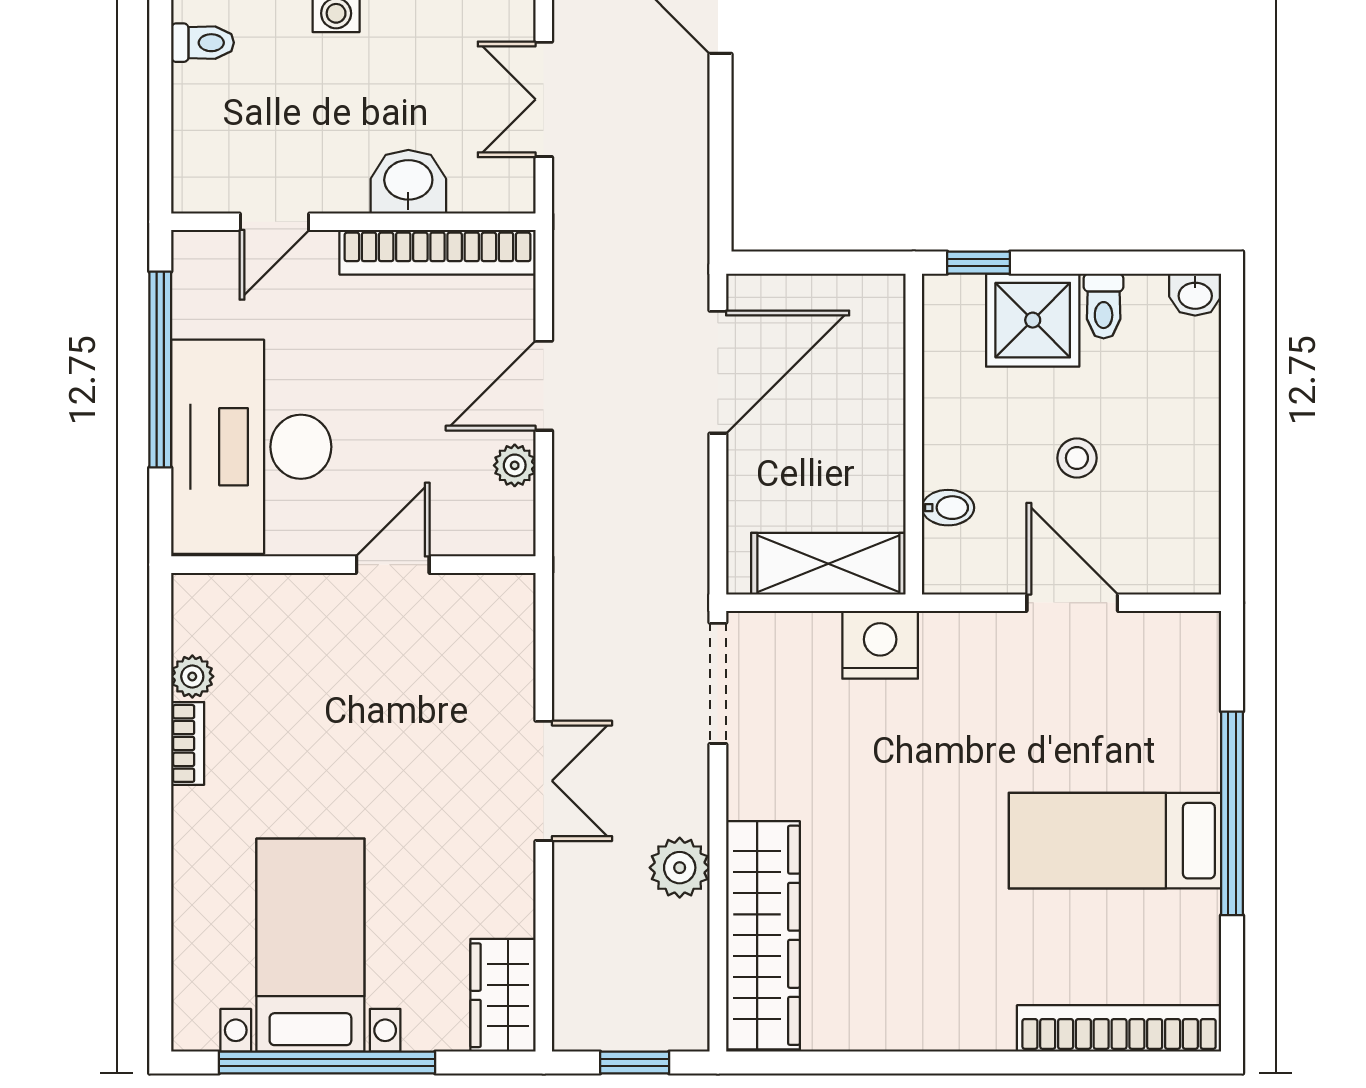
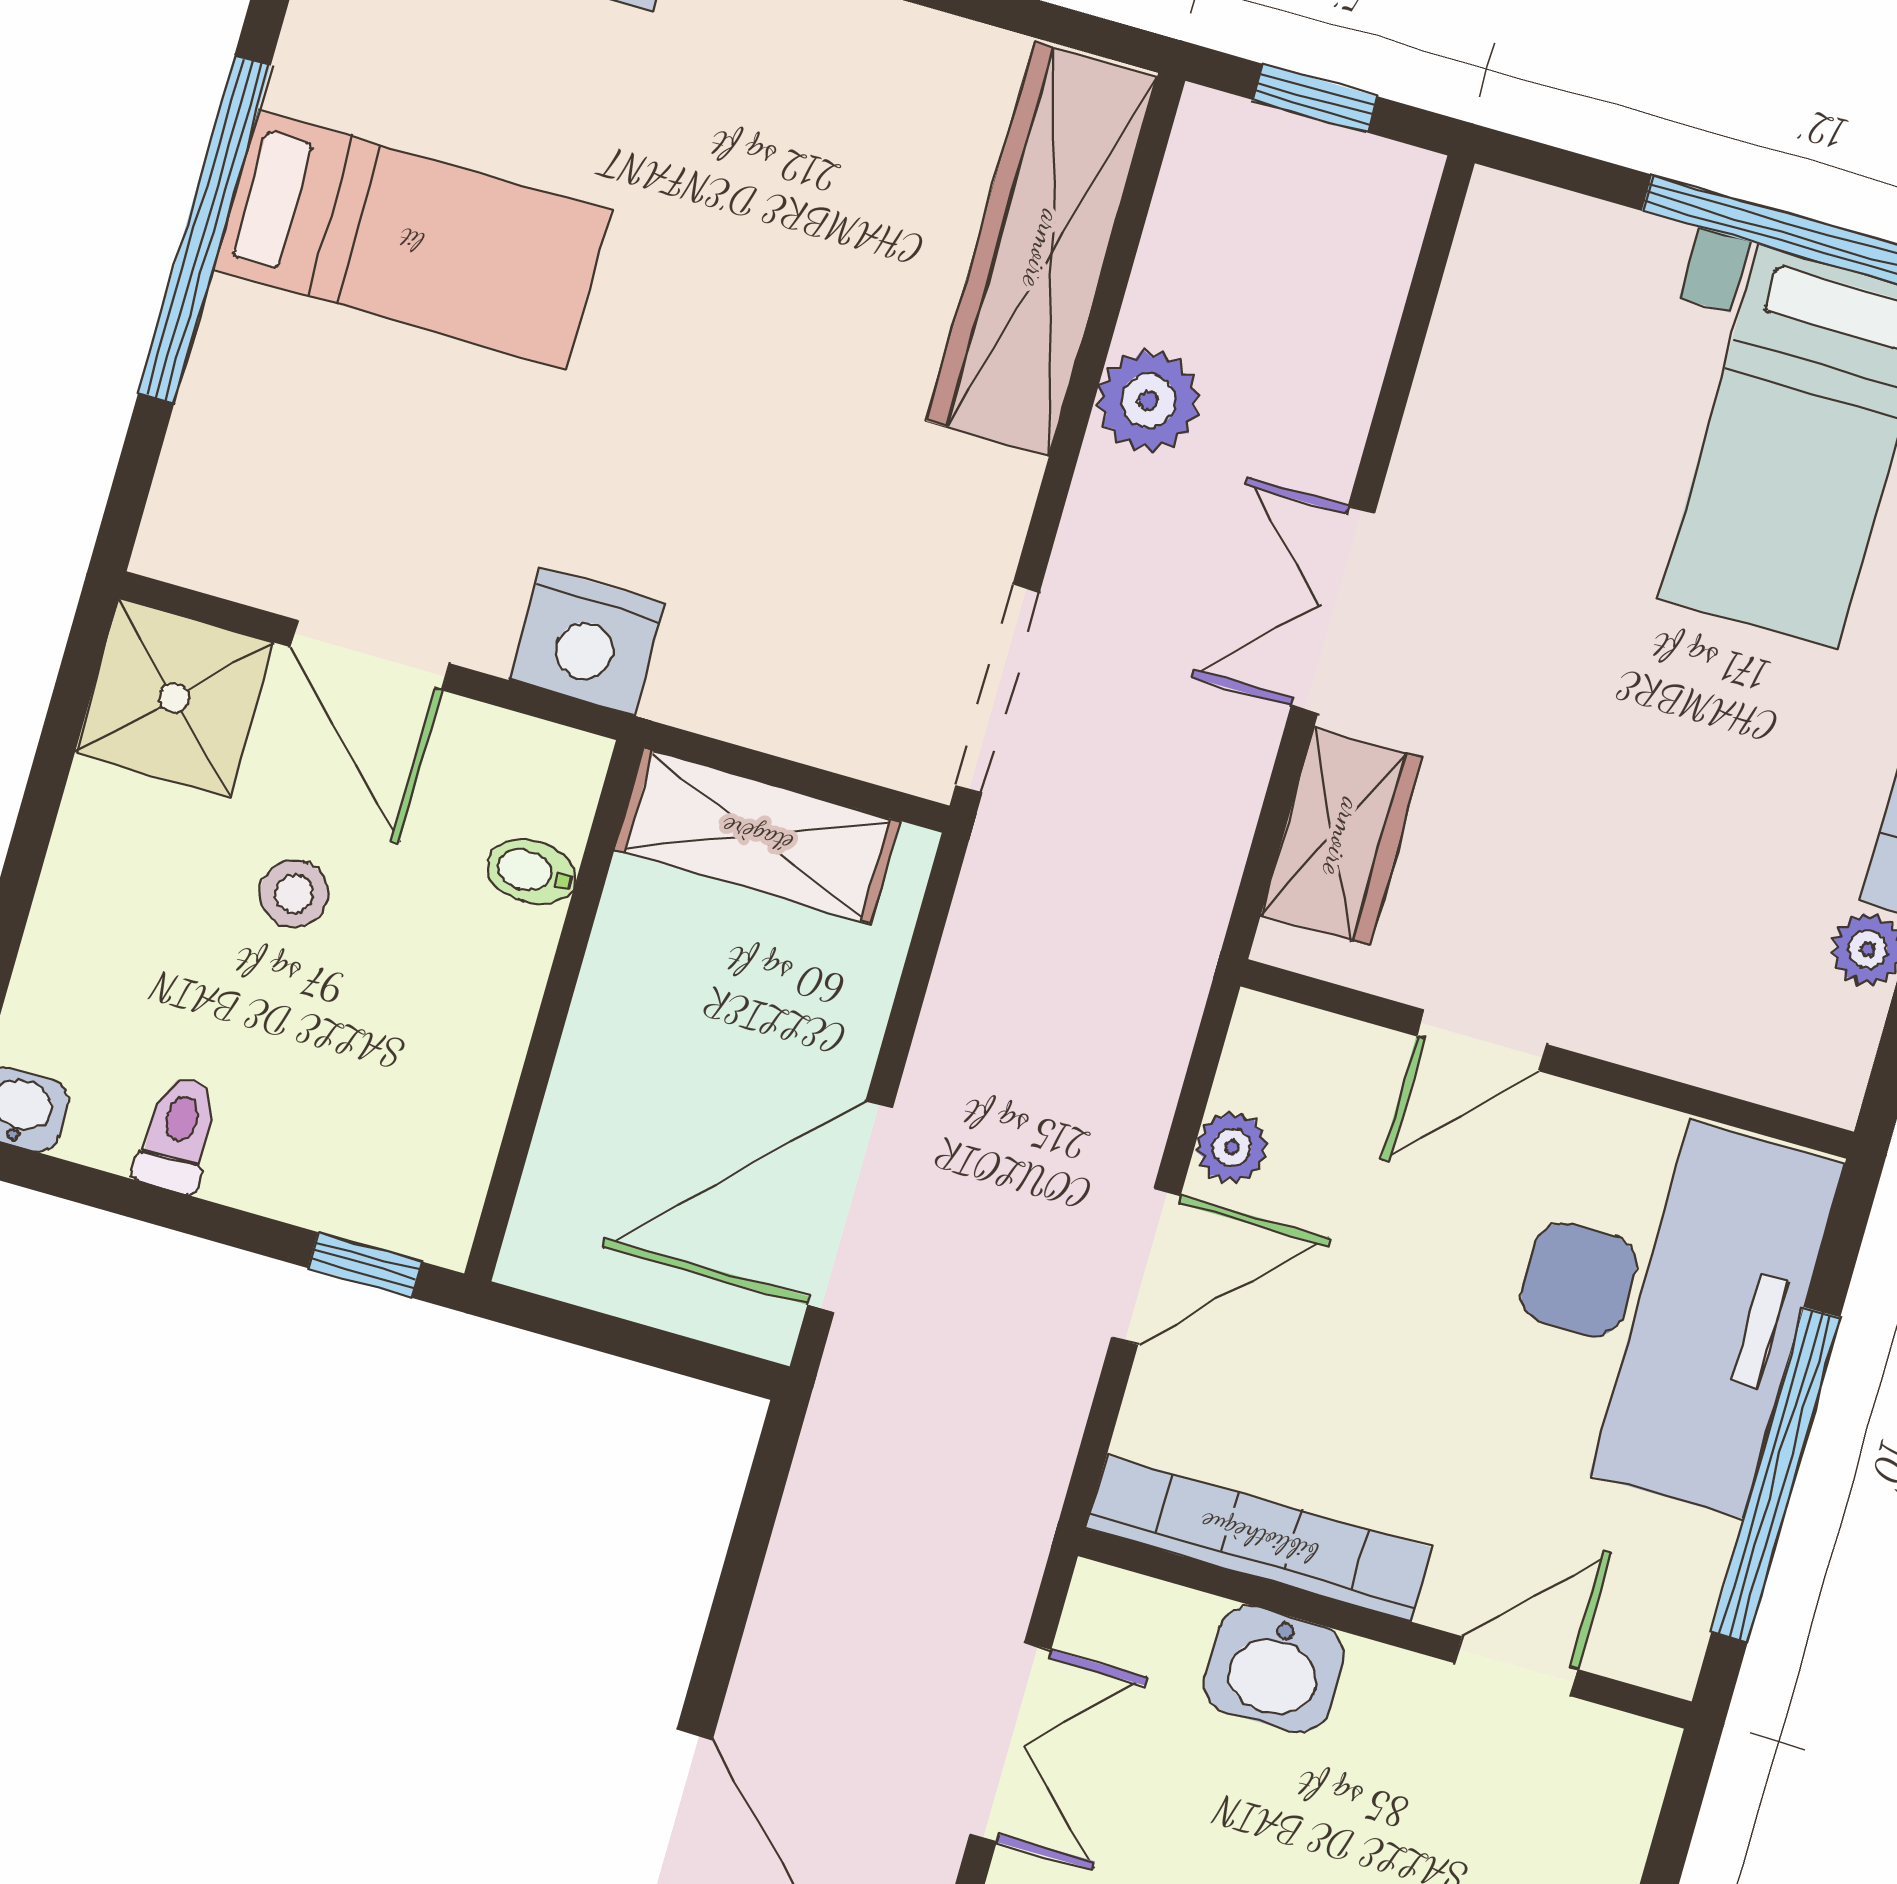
shower: (1033, 320) -> (174, 698), moved
nightstand: (880, 645) -> (587, 641), moved
wardrobe: (503, 995) -> (1342, 837), moved

